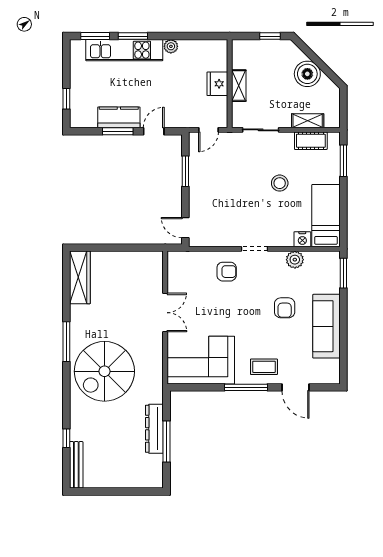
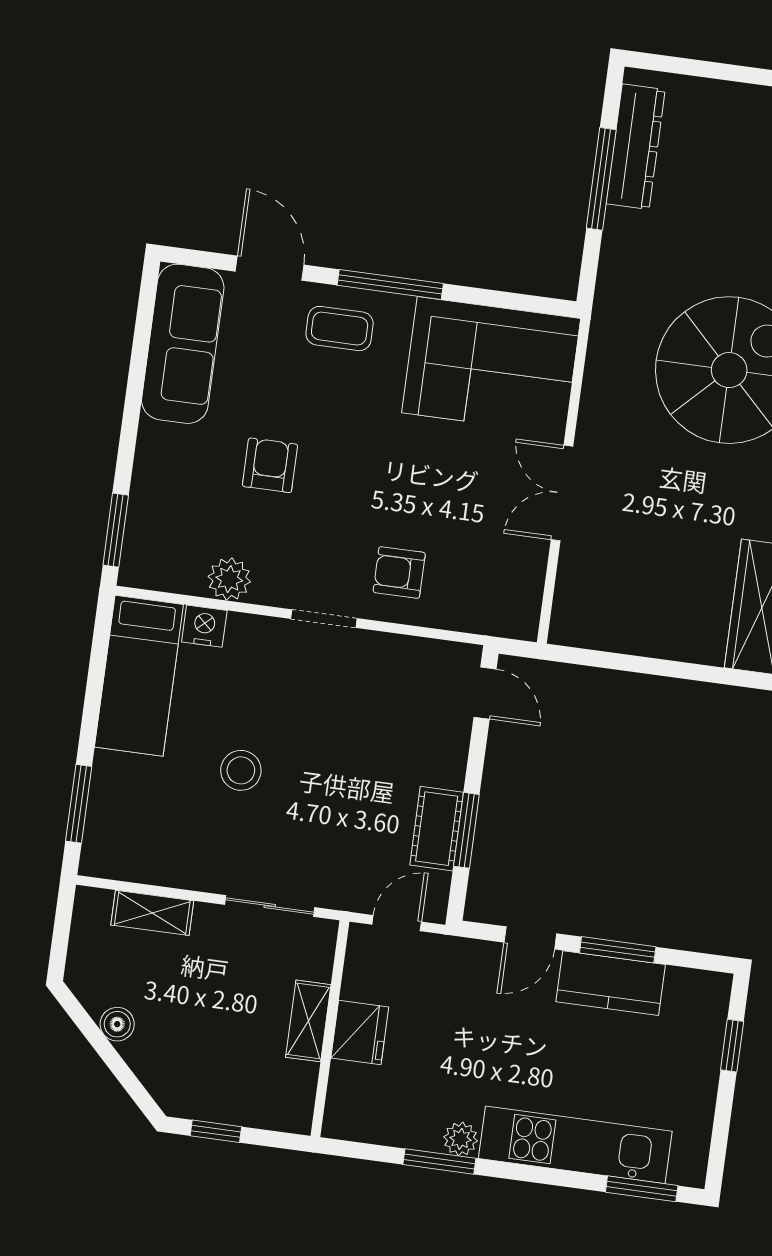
window: (133, 36) -> (439, 1161), moved
boiler: (307, 74) -> (117, 1024), width x0.54, depth x0.54
cot: (311, 141) -> (437, 829), moved, turned 90
sofa: (326, 326) -> (183, 344), moved
dresser: (154, 429) -> (636, 147), moved

